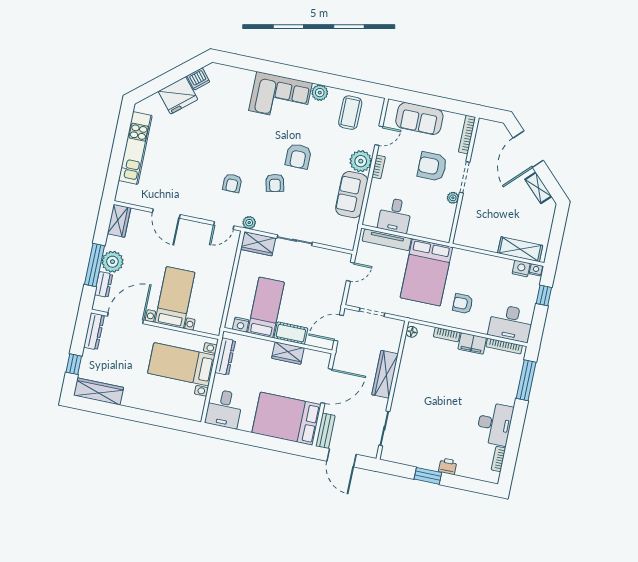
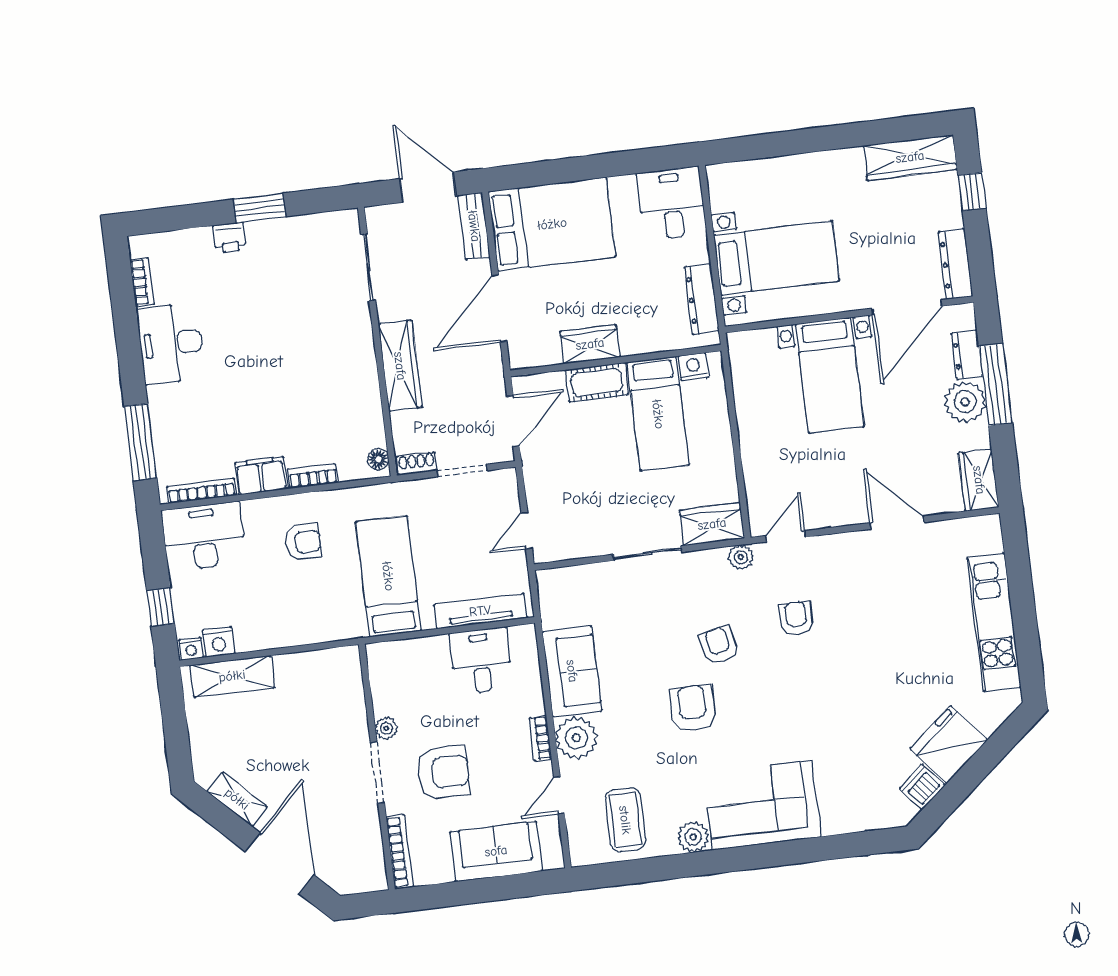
bed: (426, 272) -> (388, 576), width x0.67
shoe rack: (394, 323) -> (416, 464), added

